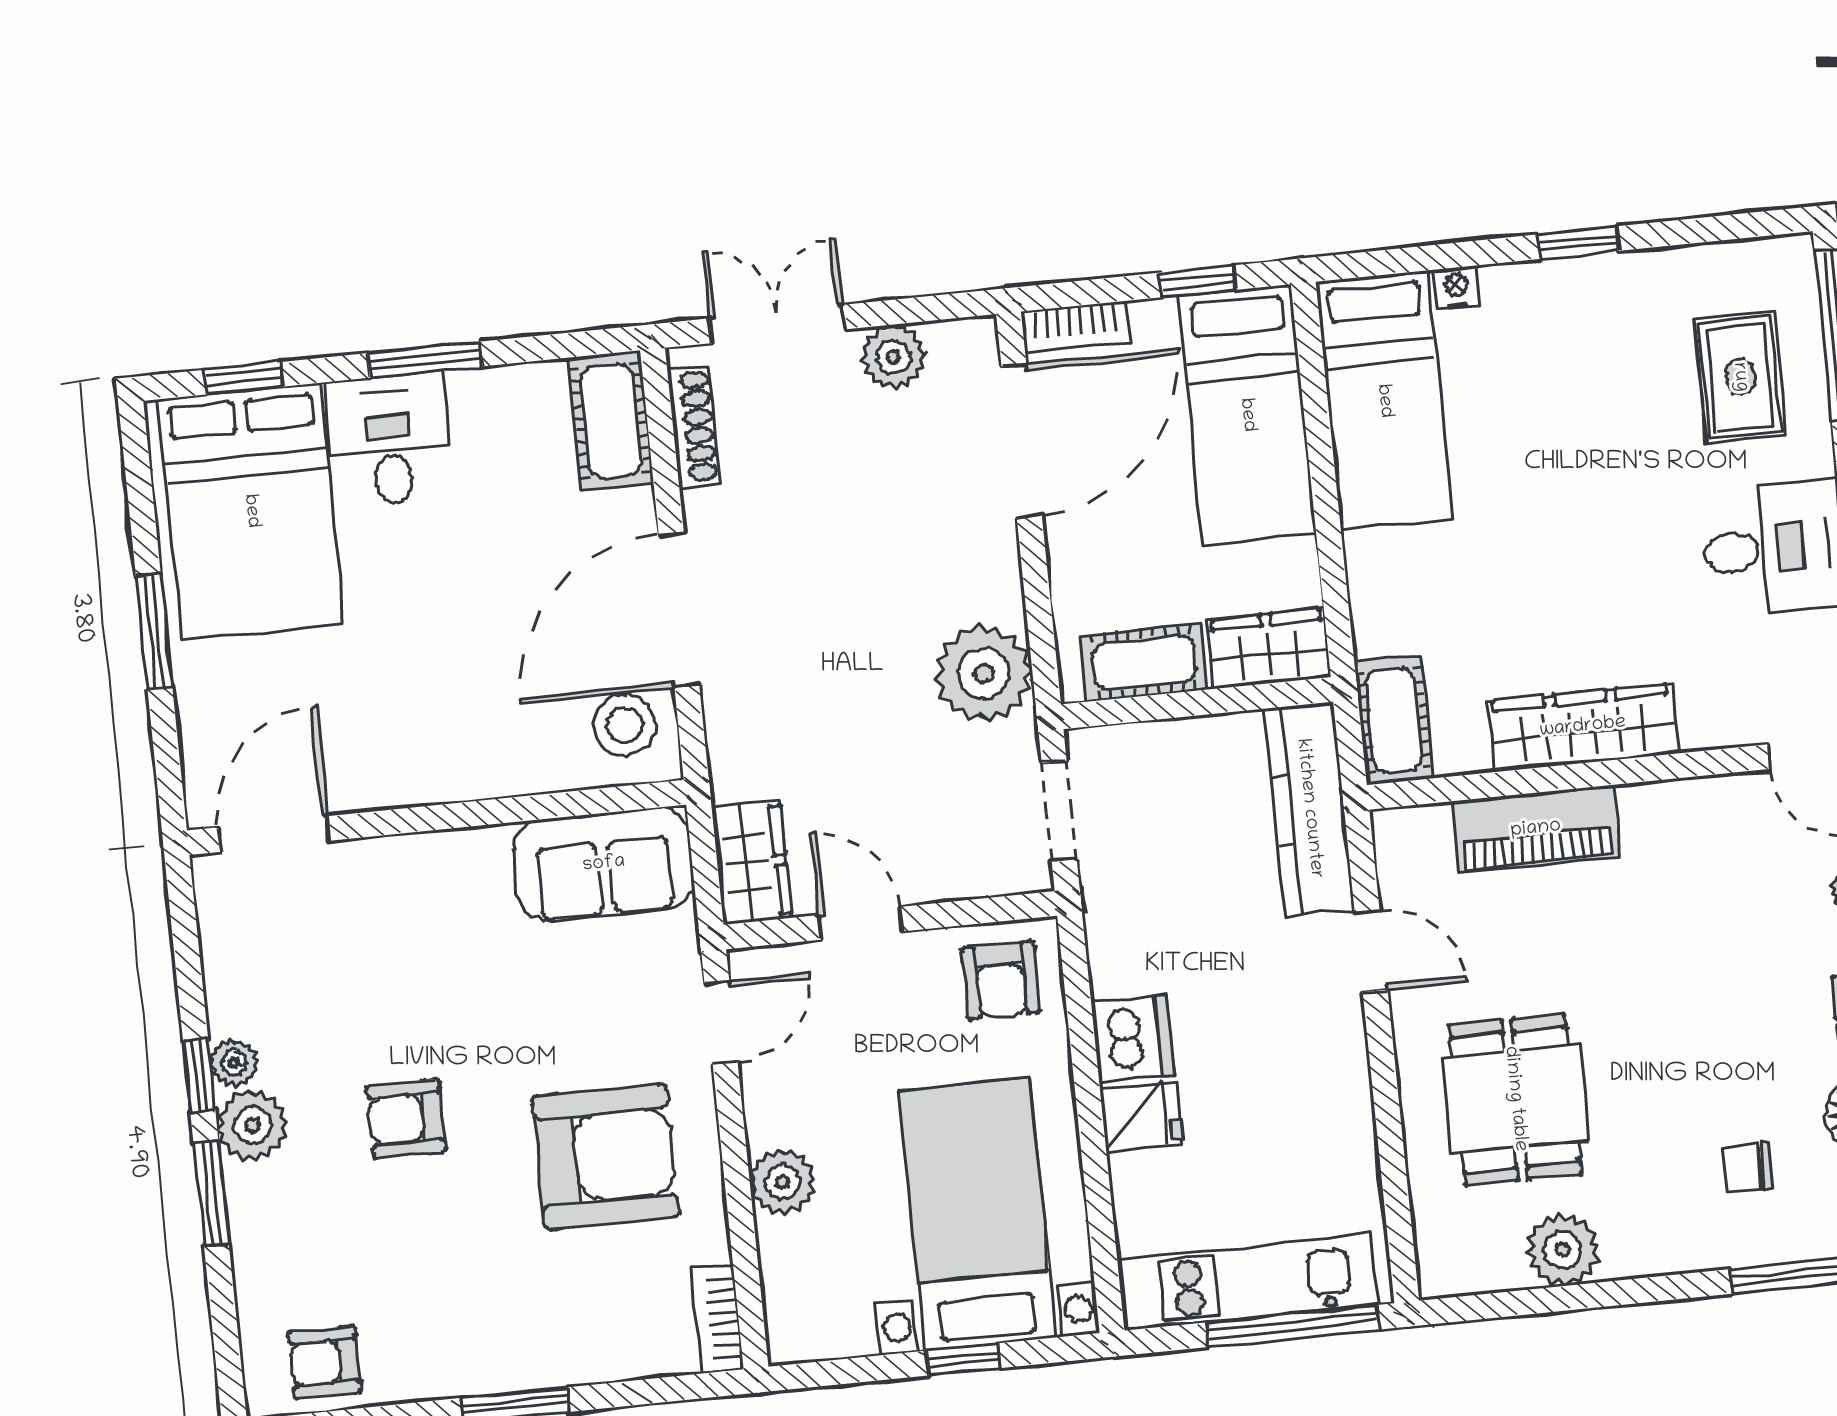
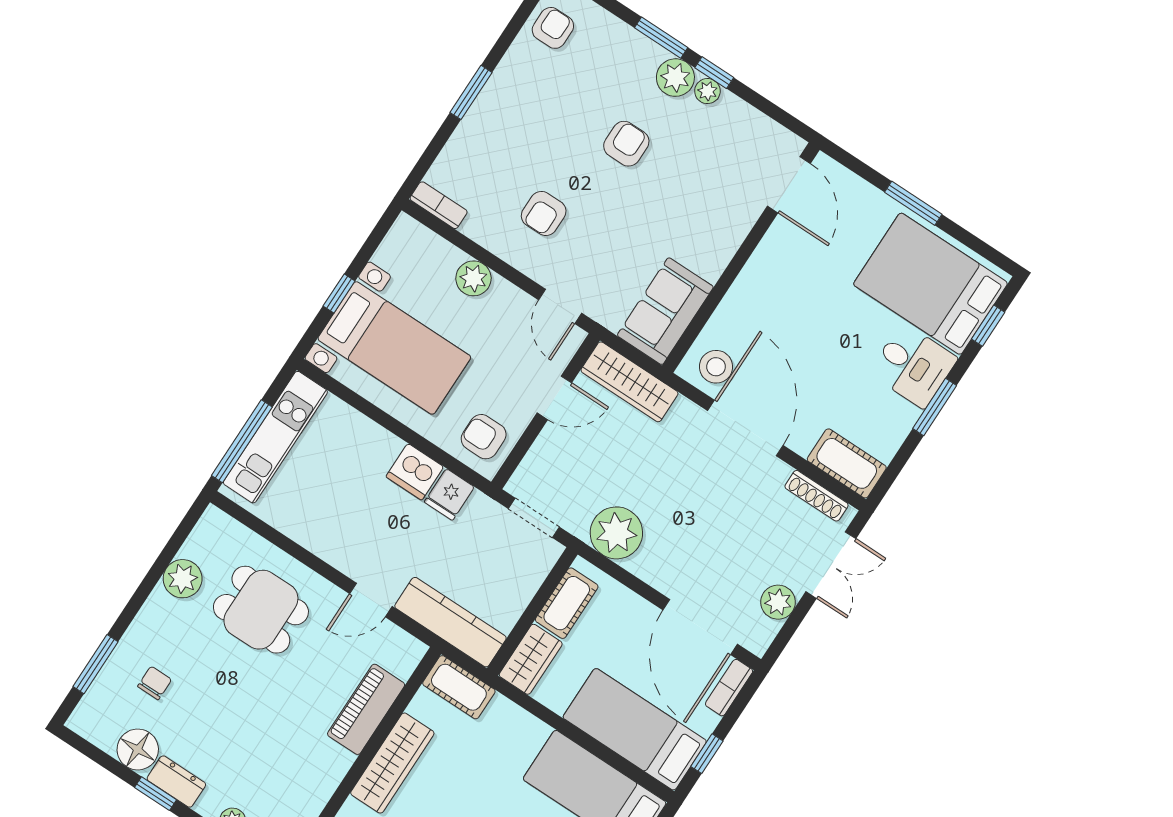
wardrobe: (752, 862) -> (630, 382), width x1.50
fridge: (1141, 1116) -> (449, 494), moved
armchair: (605, 1157) -> (544, 213), width x0.53, depth x0.53

